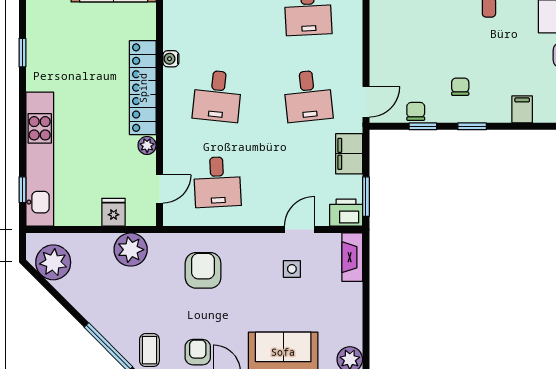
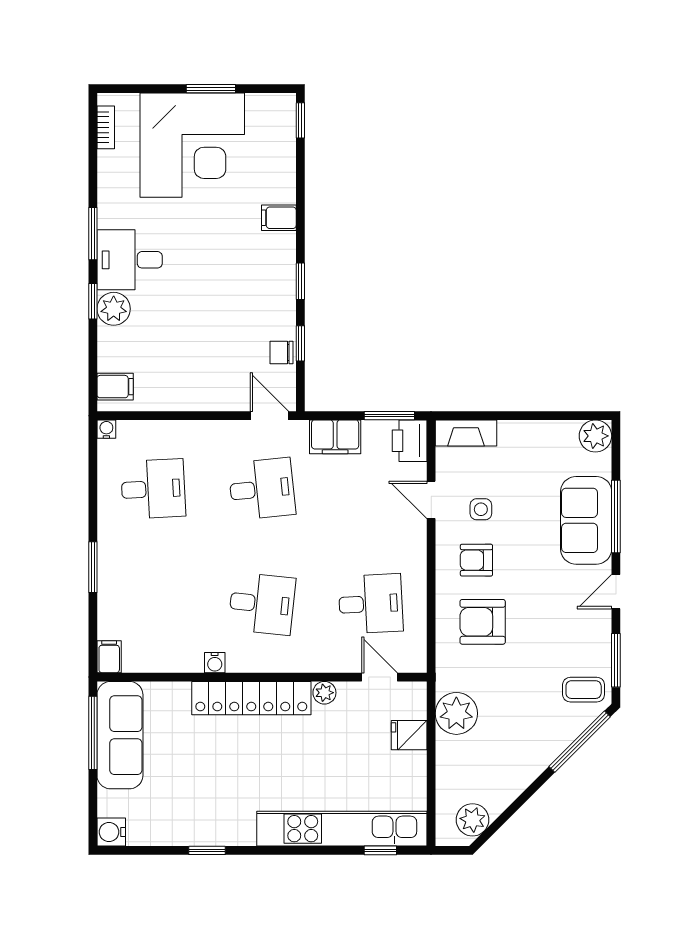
chair: (460, 87) -> (250, 296), removed
plant: (53, 262) -> (473, 820), width x0.73, depth x0.73
armchair: (198, 352) -> (476, 560), moved

